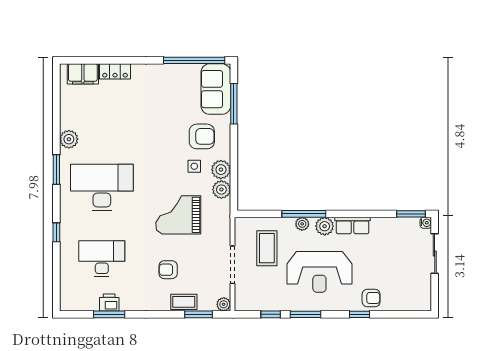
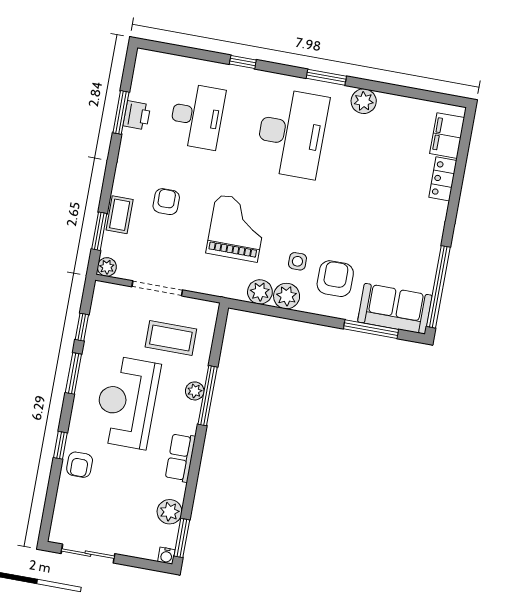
armchair: (202, 136) -> (335, 279), turned 180
plant: (325, 226) -> (170, 512), moved
sliding door: (435, 253) -> (88, 554), moved

